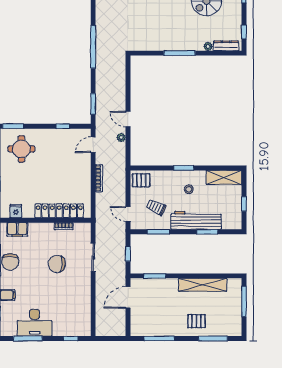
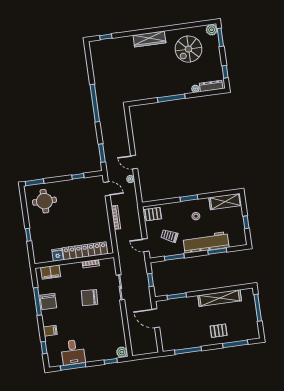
door: (93, 145) -> (107, 189), swing flipped
fridge: (16, 211) -> (58, 255), moved
door: (128, 297) -> (156, 318), hinge flipped
desk: (35, 323) -> (73, 352), width x0.73
plant: (85, 330) -> (122, 352), added

